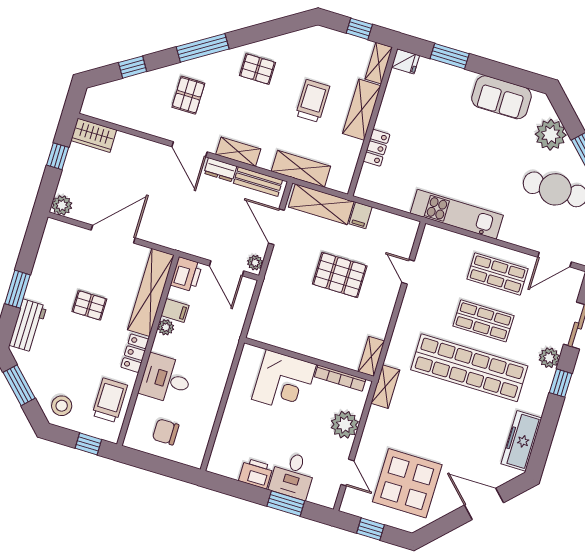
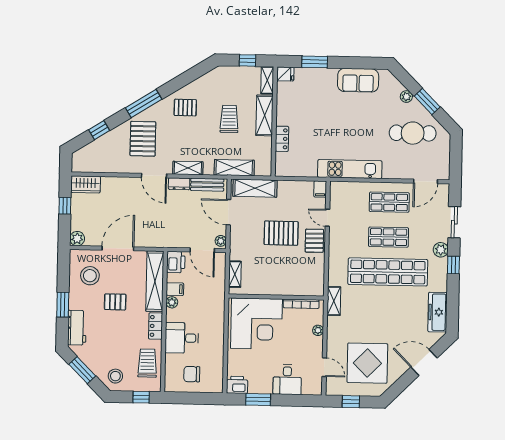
pallet: (188, 95) -> (143, 139), width x1.50, depth x1.42
plant: (551, 135) -> (406, 97), width x0.53, depth x0.53
filing cabinet: (361, 215) -> (320, 189), moved
stool: (65, 260) -> (90, 276), added
pallet: (382, 298) -> (314, 241), added
shelving: (371, 356) -> (235, 274), moved
corner desk: (284, 382) -> (256, 324), width x1.36, depth x1.36
plant: (345, 425) -> (318, 330), width x0.53, depth x0.53
printer: (256, 473) -> (237, 385), moved
window: (286, 503) -> (258, 400), moved

